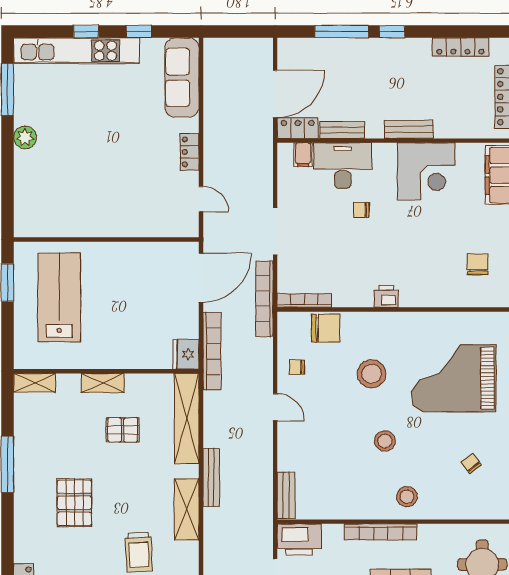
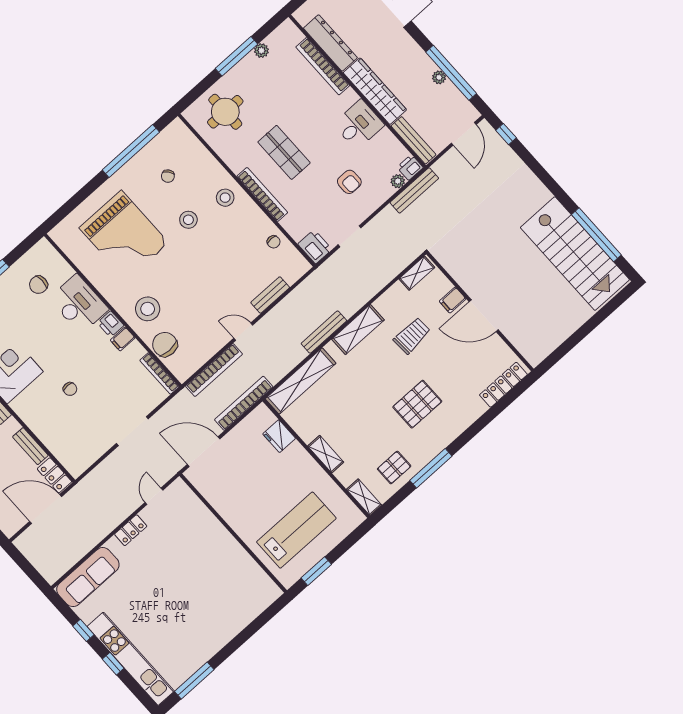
plant: (25, 137) -> (215, 642), removed
filing cabinet: (303, 155) -> (123, 339), moved, turned 180
desk: (343, 166) -> (79, 304), moved, turned 180
lab bench: (59, 297) -> (296, 530), turned 180
bookcase: (264, 299) -> (214, 370), moved
fridge: (186, 354) -> (279, 436), moved, turned 90
chair: (297, 367) -> (274, 242), moved
stool: (372, 374) -> (148, 309), moved
door: (275, 407) -> (243, 332), hinge flipped
pallet: (123, 430) -> (394, 467), moved, turned 90
stool: (385, 441) -> (188, 220), moved
bench: (286, 495) -> (270, 295), moved
printer: (299, 539) -> (315, 247), width x0.73, depth x0.84

